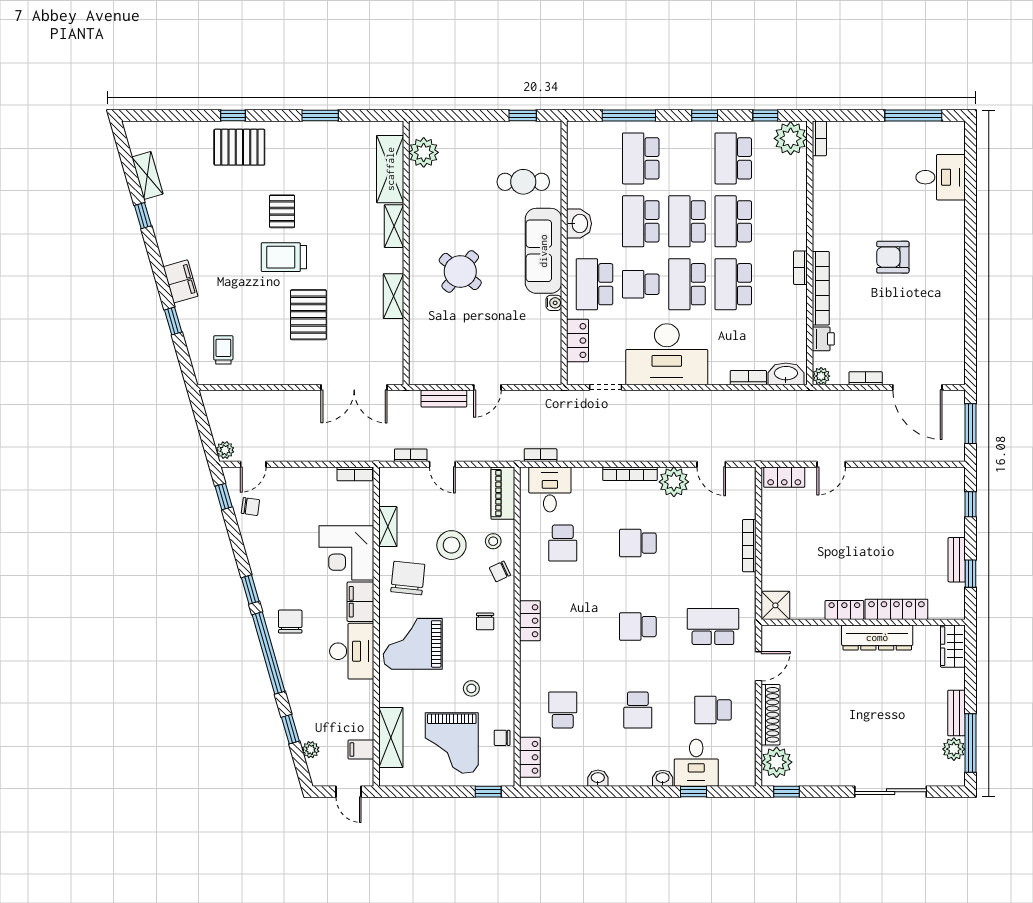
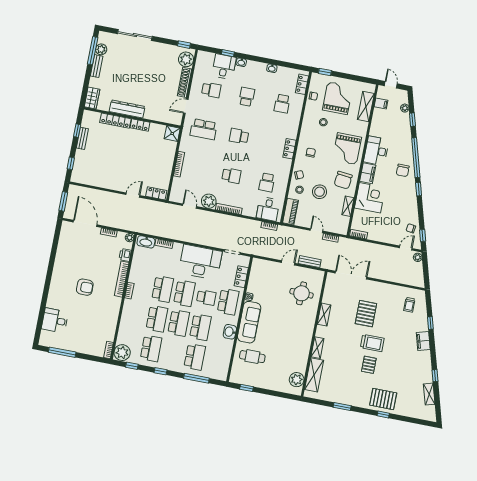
round table: (460, 271) -> (302, 293), moved, turned -37
school desk: (563, 543) -> (267, 182), turned 180
school desk: (638, 627) -> (239, 136), turned 180
grand piano: (413, 644) -> (347, 149), turned 90

